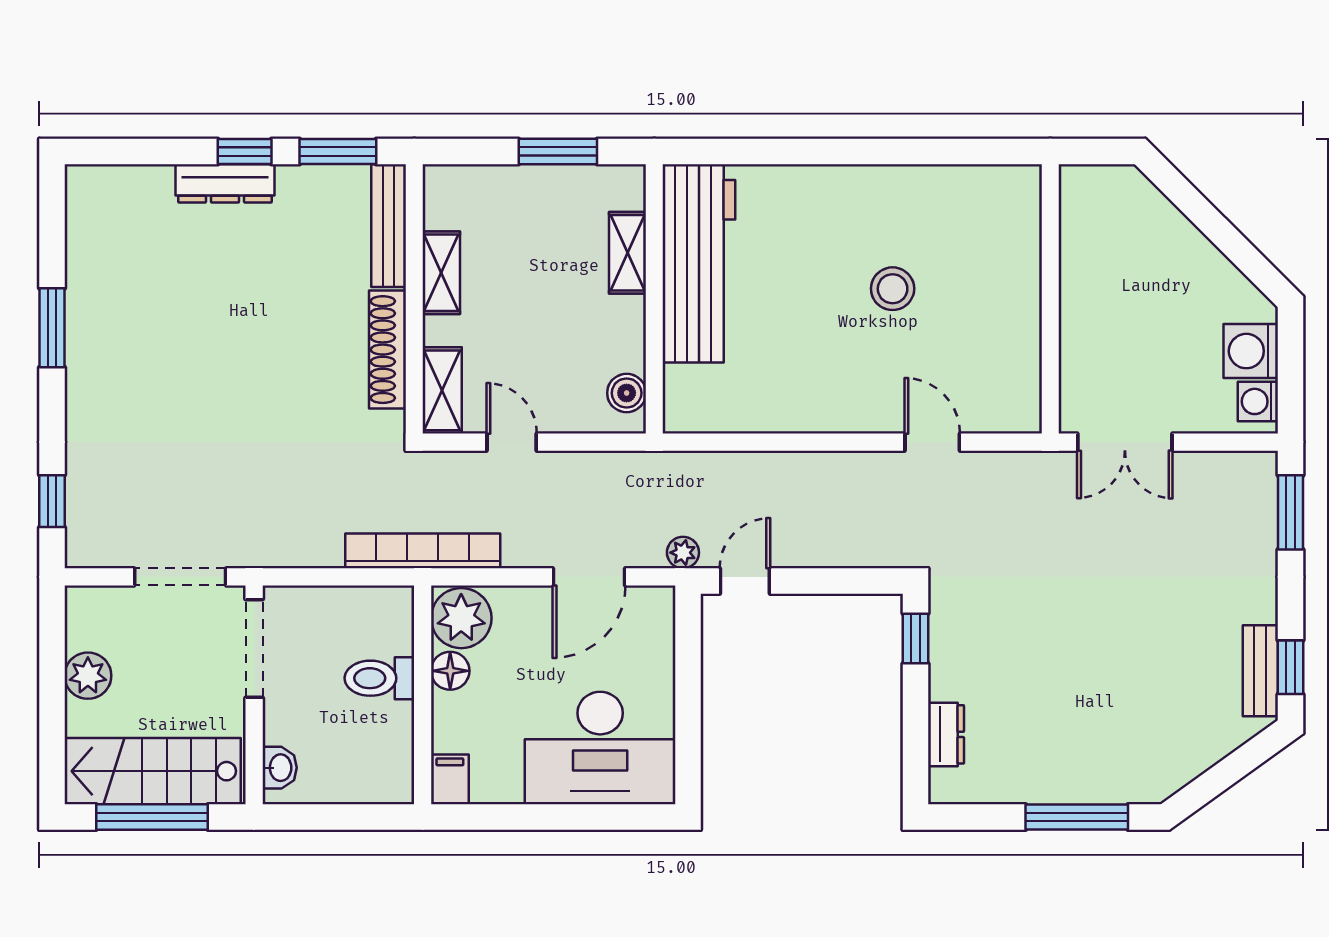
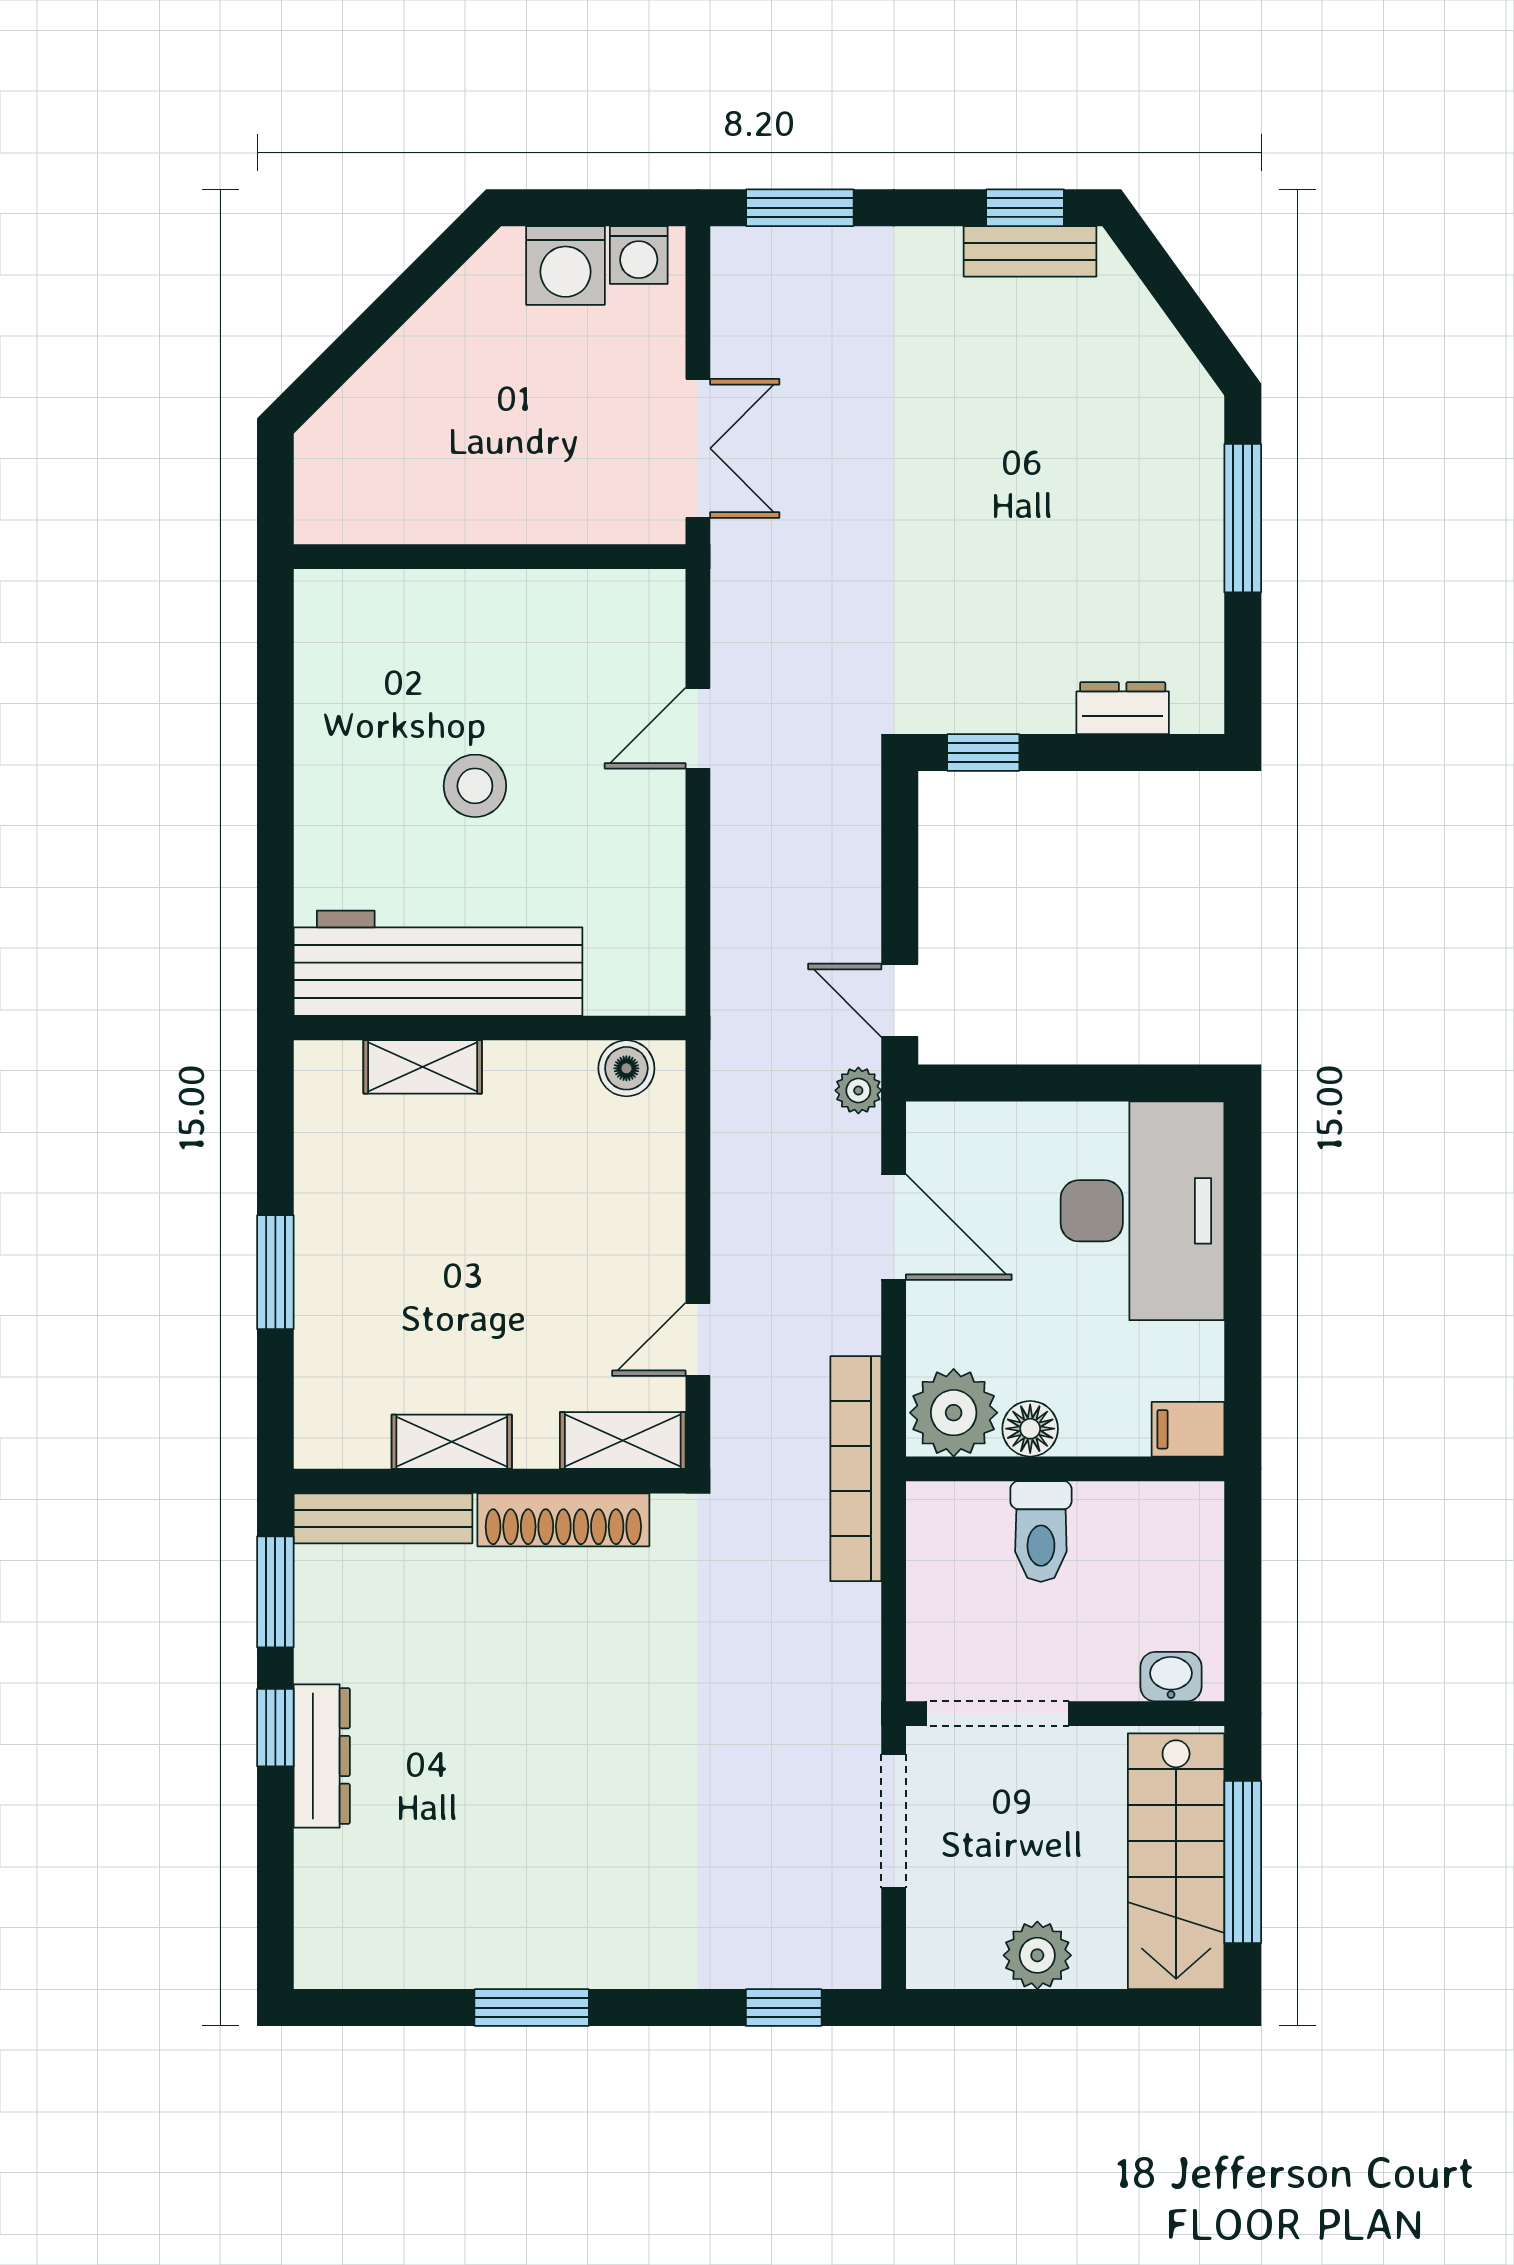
shelving: (628, 253) -> (423, 1067), moved
workbench: (699, 263) -> (438, 963), moved
wall: (654, 299) -> (490, 1028), moved
boiler: (627, 393) -> (626, 1068), moved

